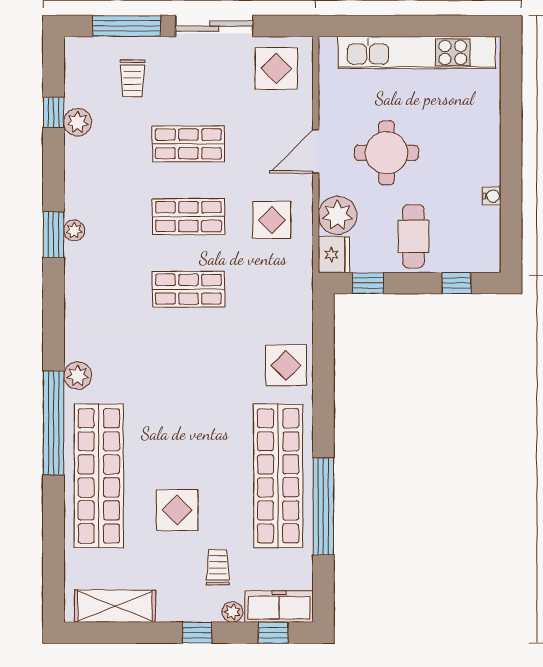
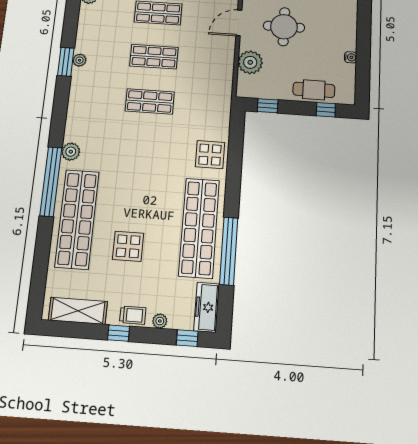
display table: (272, 220) -> (208, 62), removed
cafe table: (413, 236) -> (314, 90), moved, turned 90
fridge: (334, 255) -> (246, 86), removed
trolley: (218, 567) -> (133, 315), moved, turned 90
freezer: (279, 606) -> (207, 307), moved, turned -90
window: (197, 633) -> (119, 333), moved

